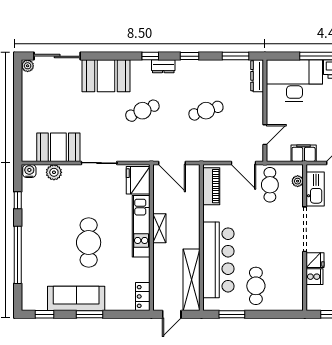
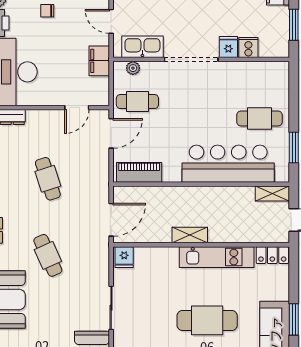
door: (265, 135) -> (77, 108), swing flipped
fridge: (138, 180) -> (124, 257), width x0.53, depth x0.75
kitchen unit: (141, 226) -> (217, 257), moved
shelving: (192, 280) -> (272, 194), width x0.45, depth x0.75

